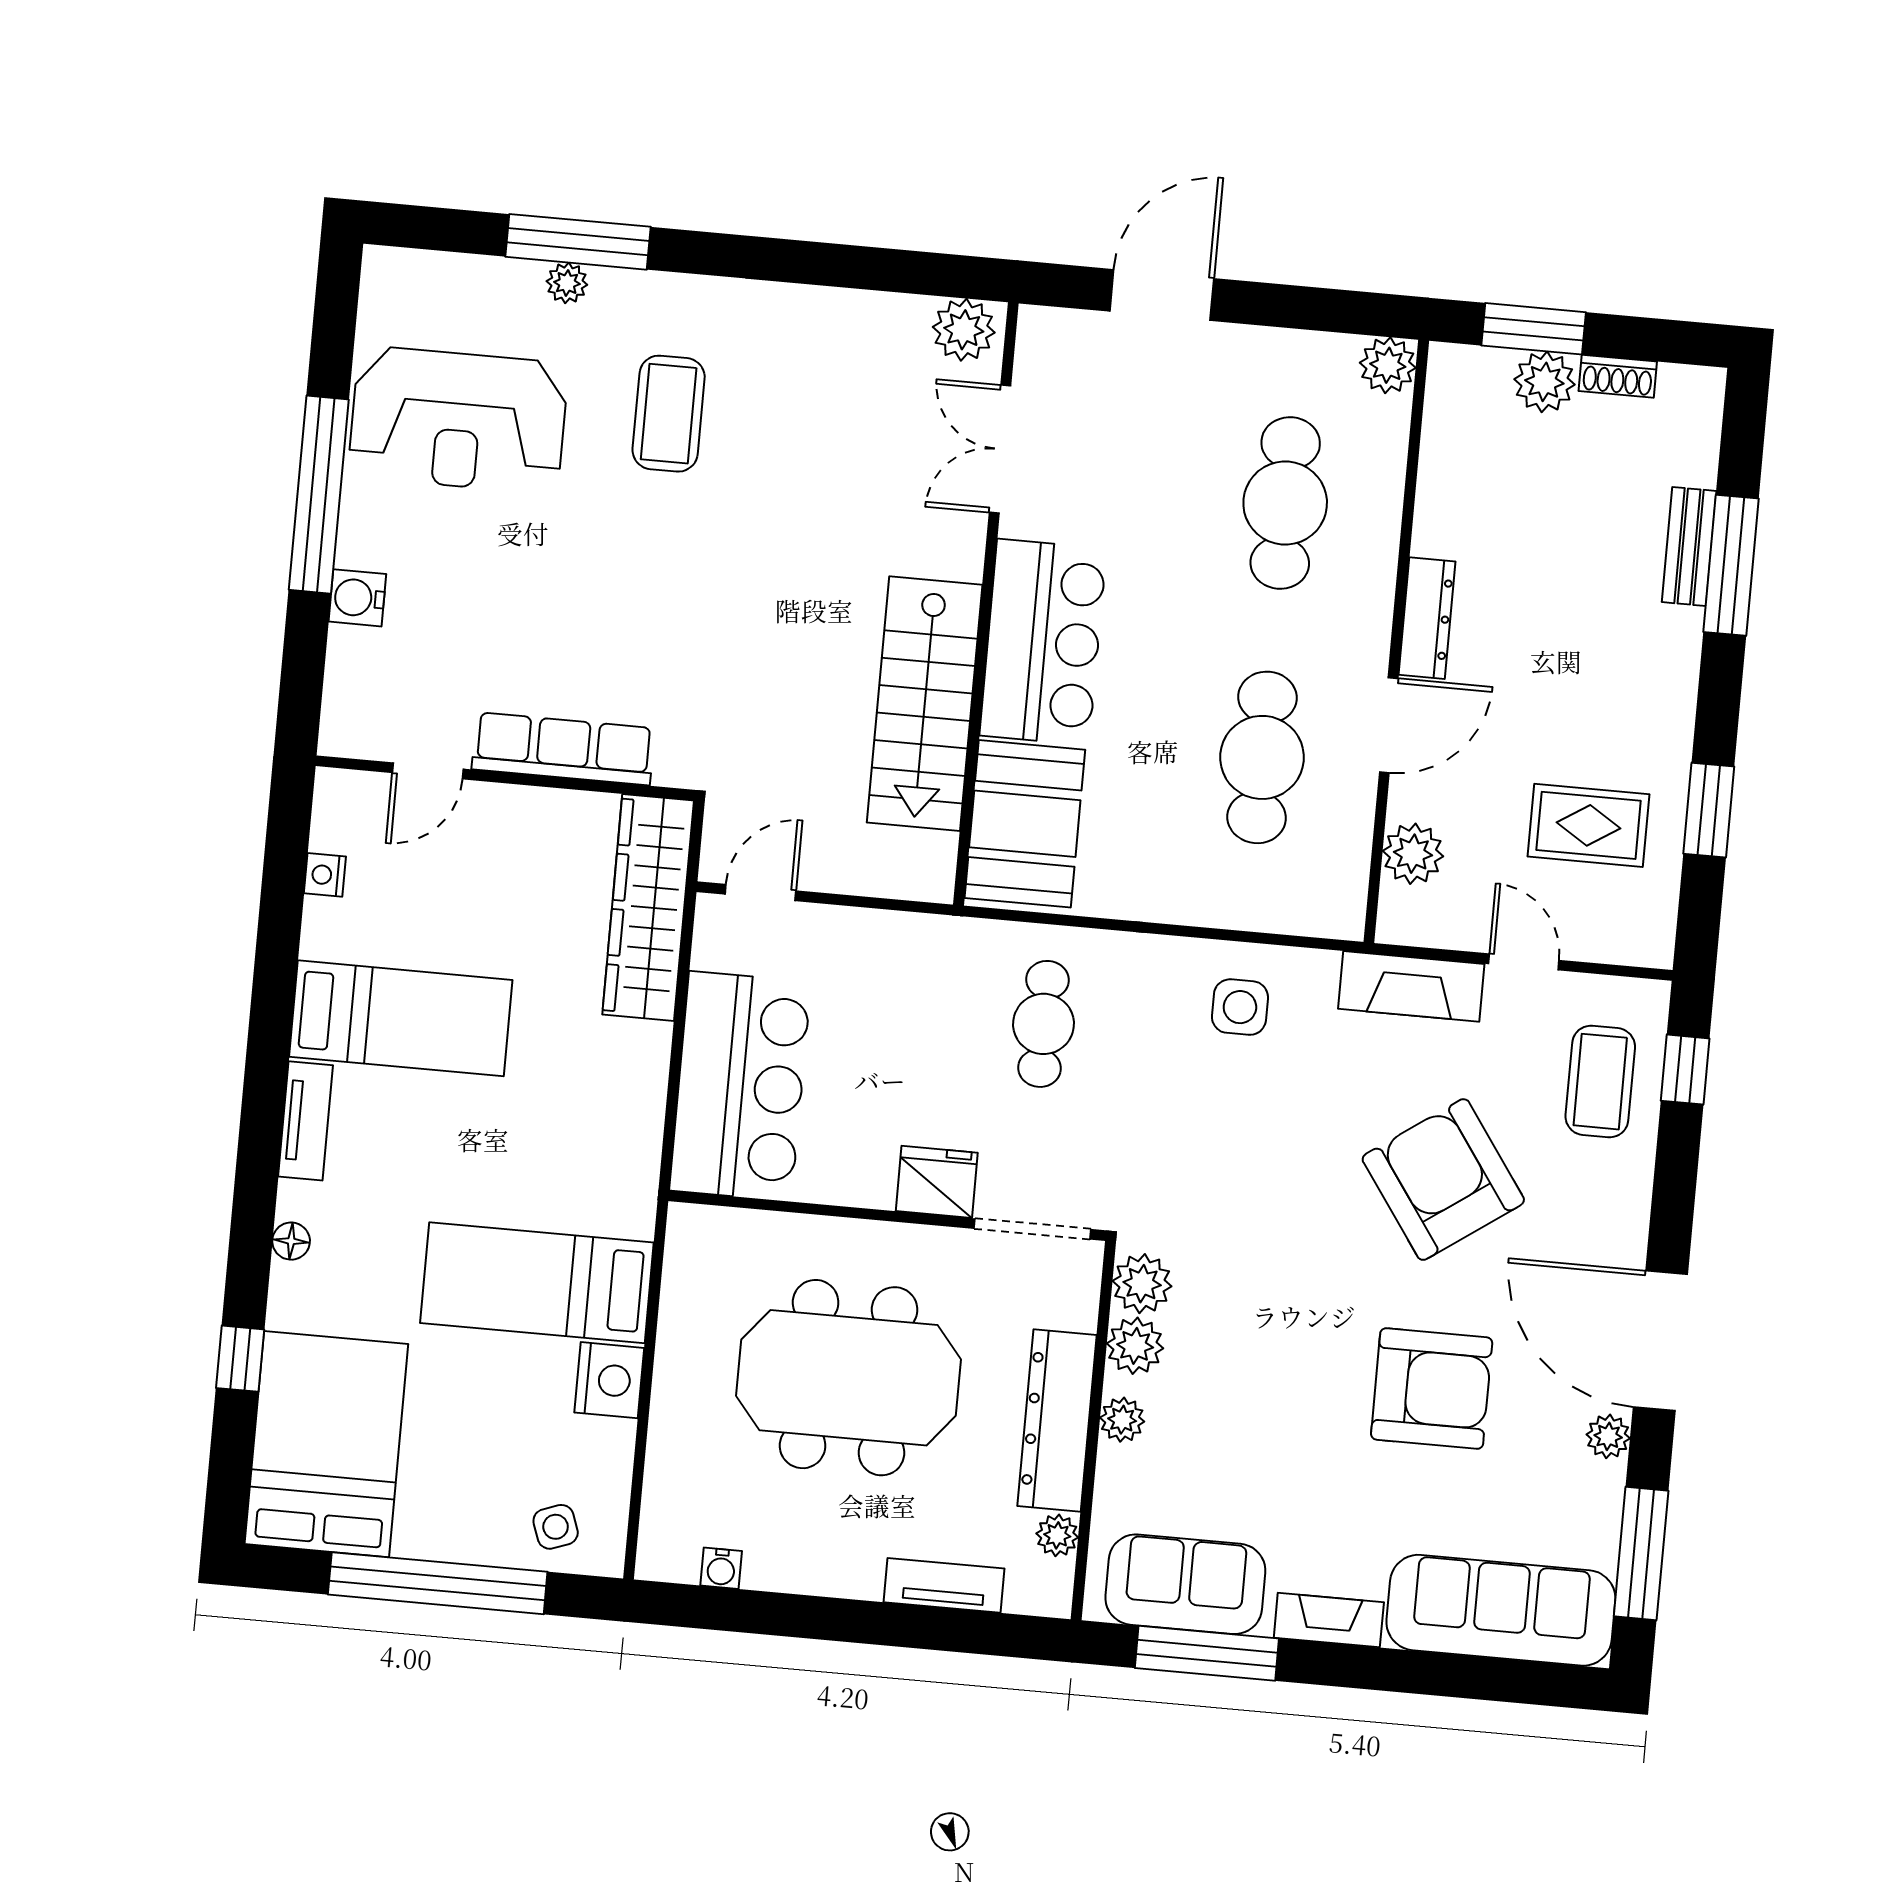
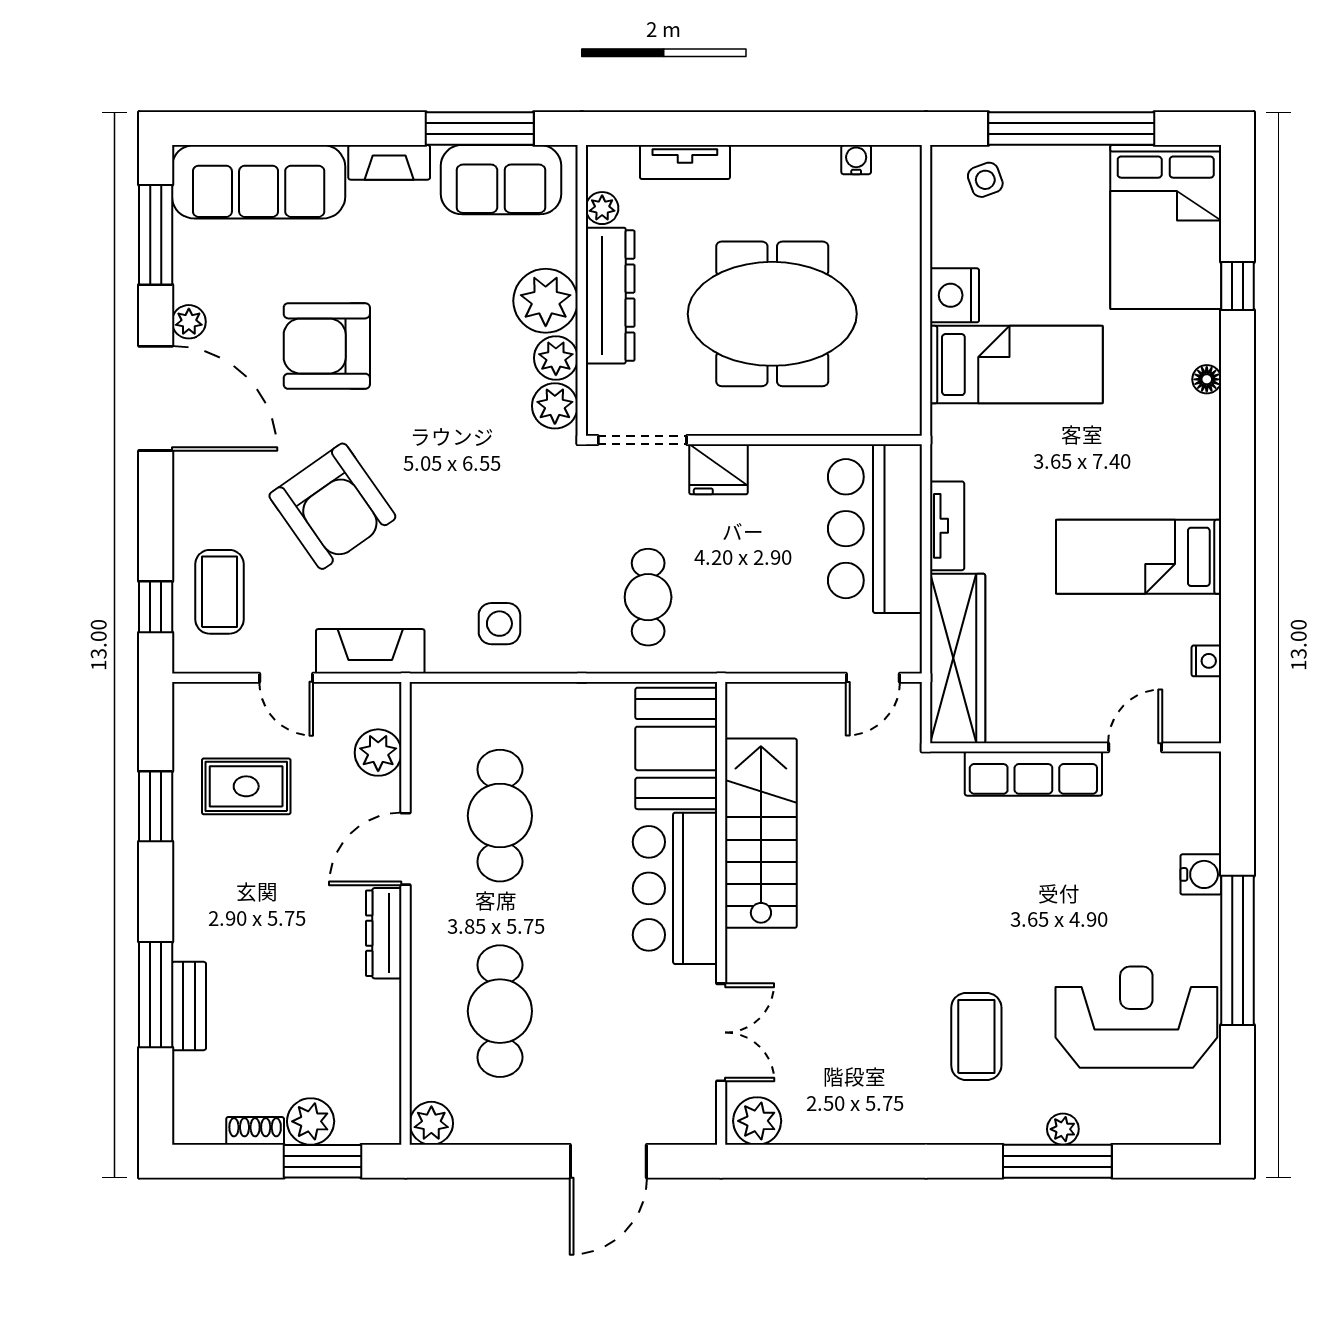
tv unit: (306, 1121) -> (947, 526), moved, turned 180
plant: (1122, 1420) -> (546, 301), width x1.88, depth x1.88

